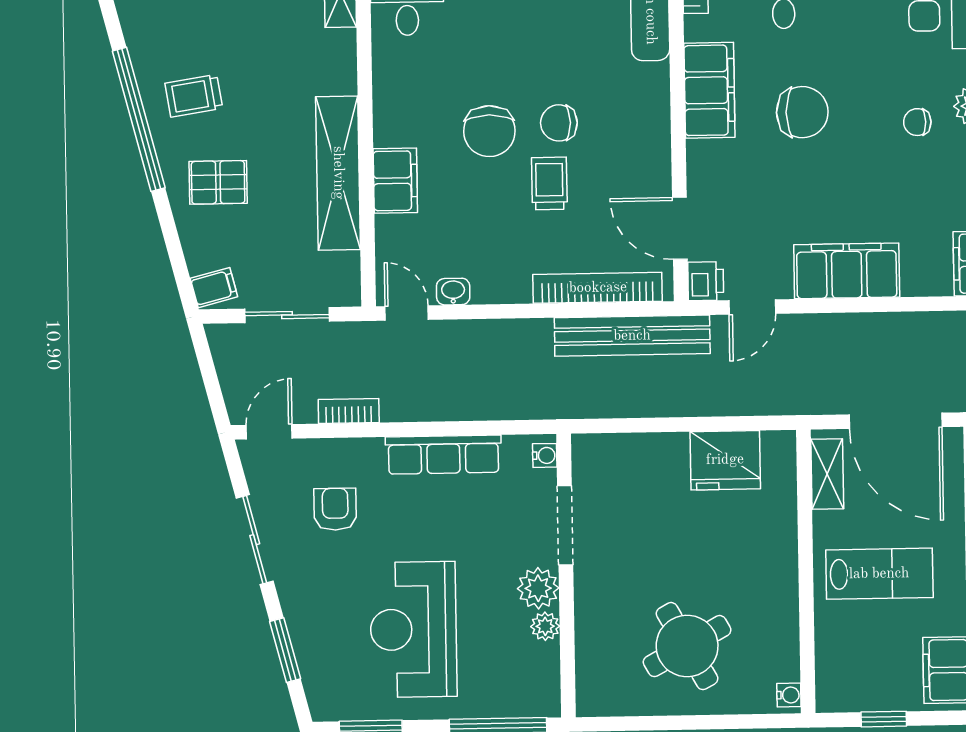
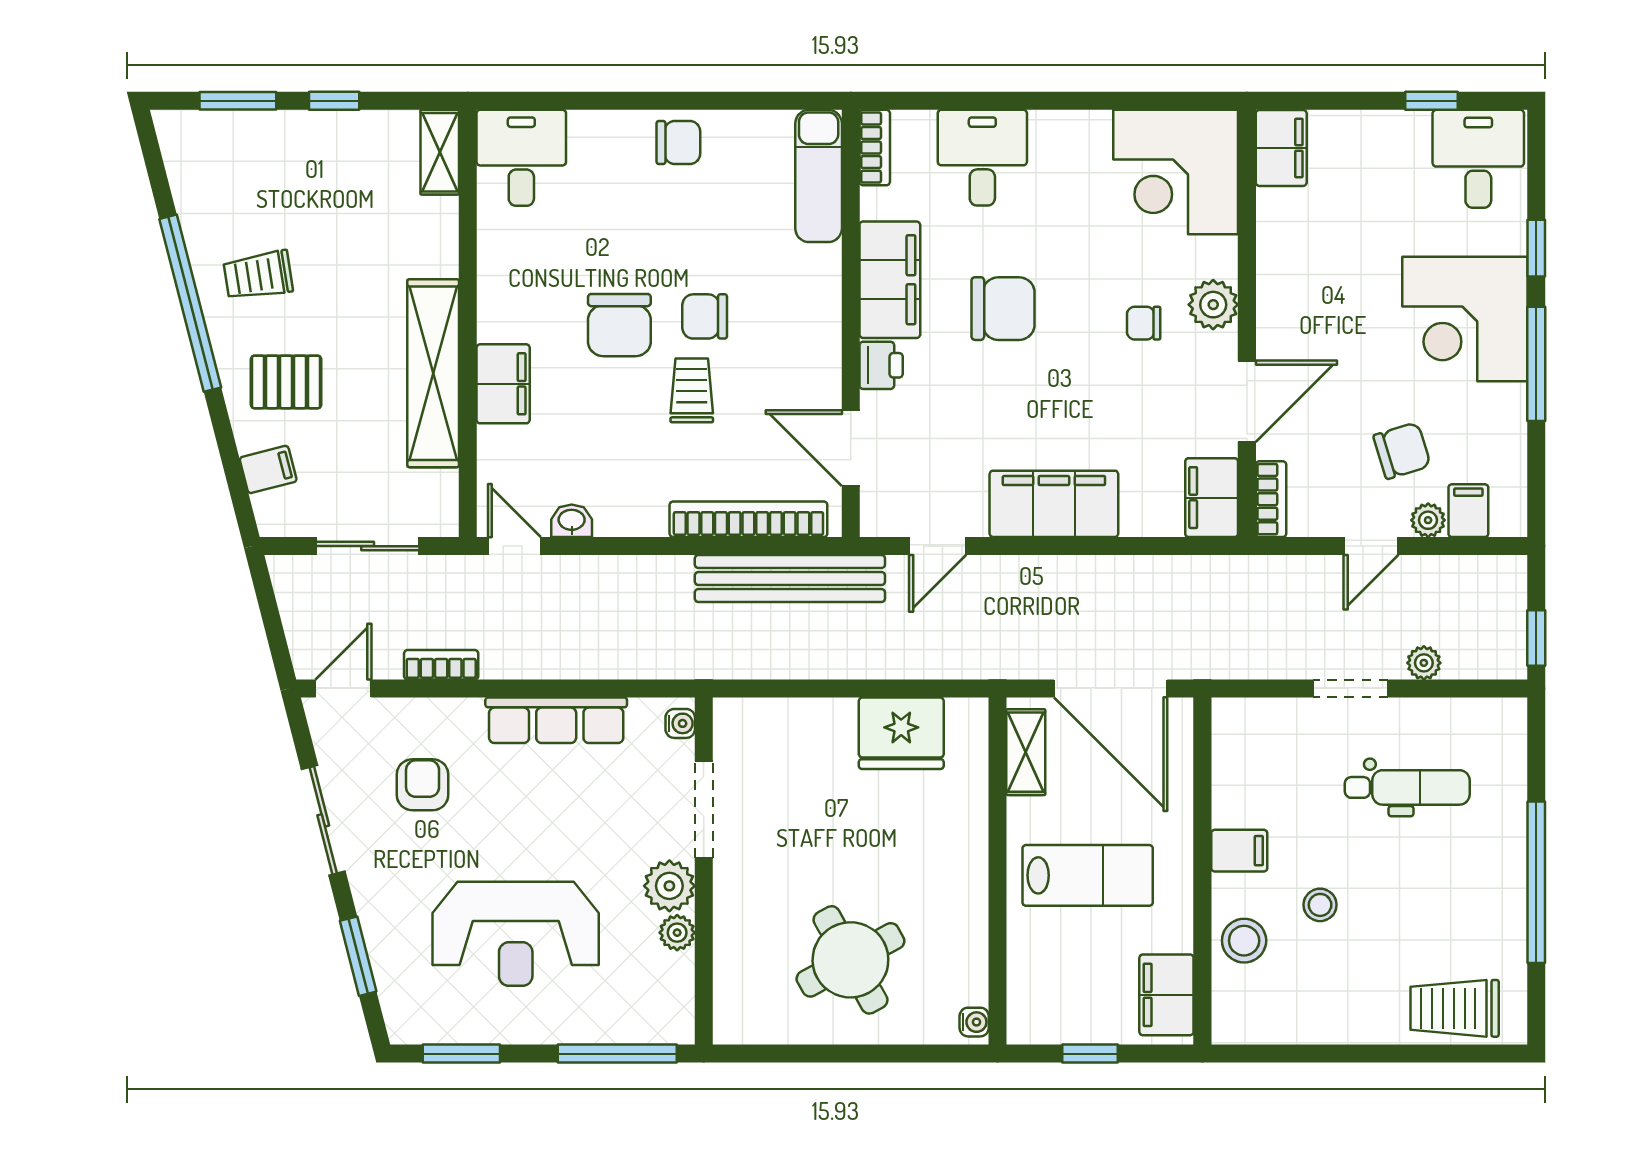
printer: (706, 281) -> (881, 365), moved
filing cabinet: (214, 288) -> (268, 469), moved
reception desk: (413, 629) -> (516, 934), turned -90

